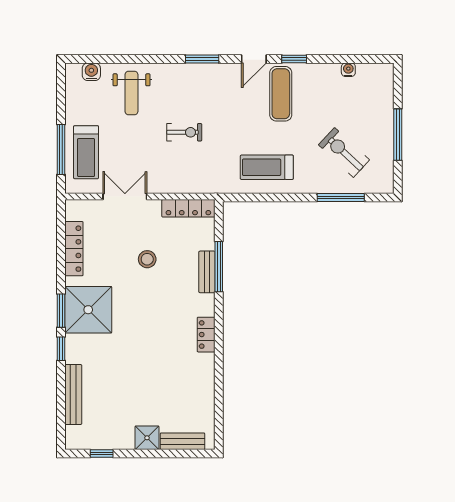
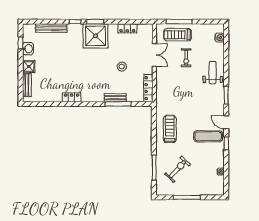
weight bench: (131, 93) -> (213, 73), moved, turned 90
exercise bike: (184, 132) -> (186, 58), moved
locker: (74, 249) -> (127, 28), width x0.66
locker: (206, 335) -> (72, 97), moved
washbasin: (113, 439) -> (28, 49), added

